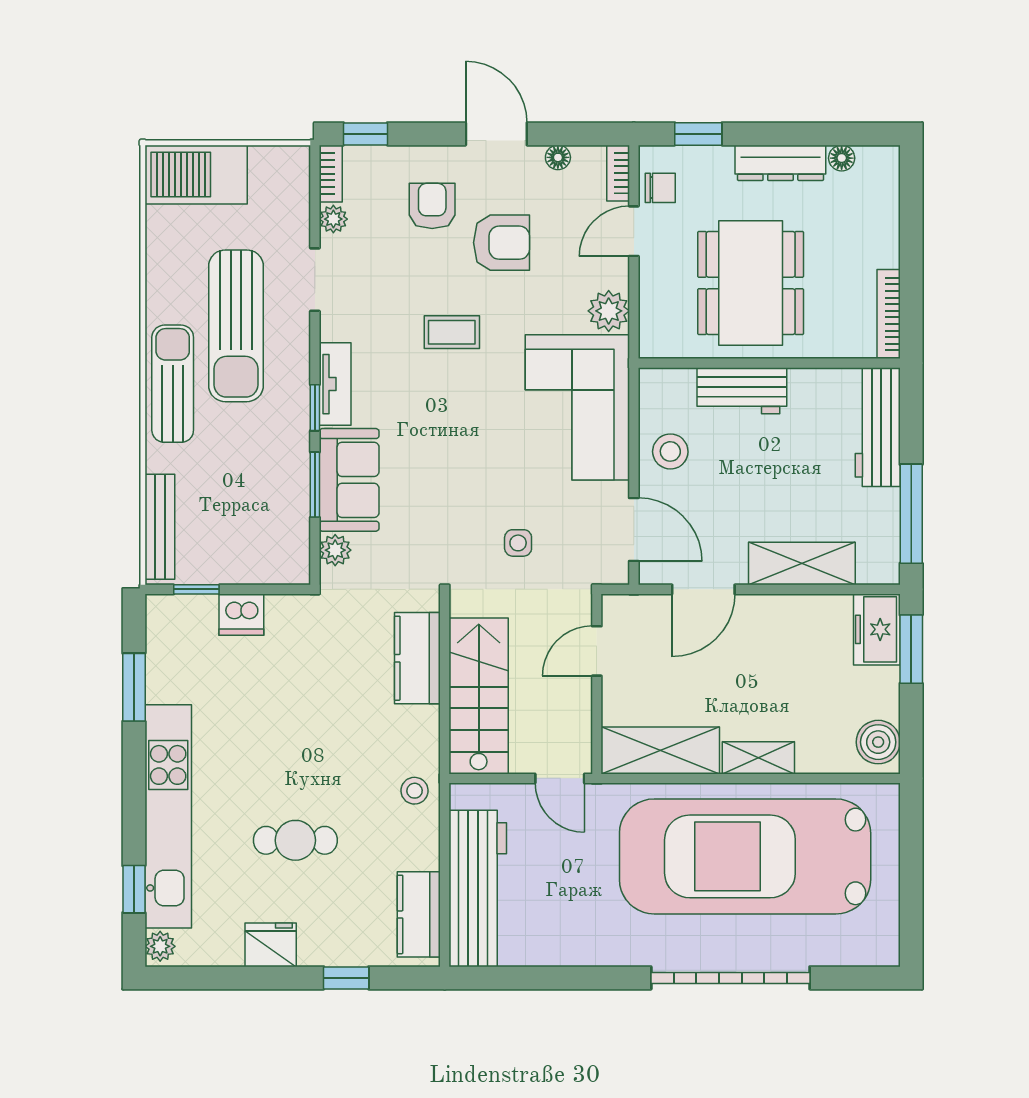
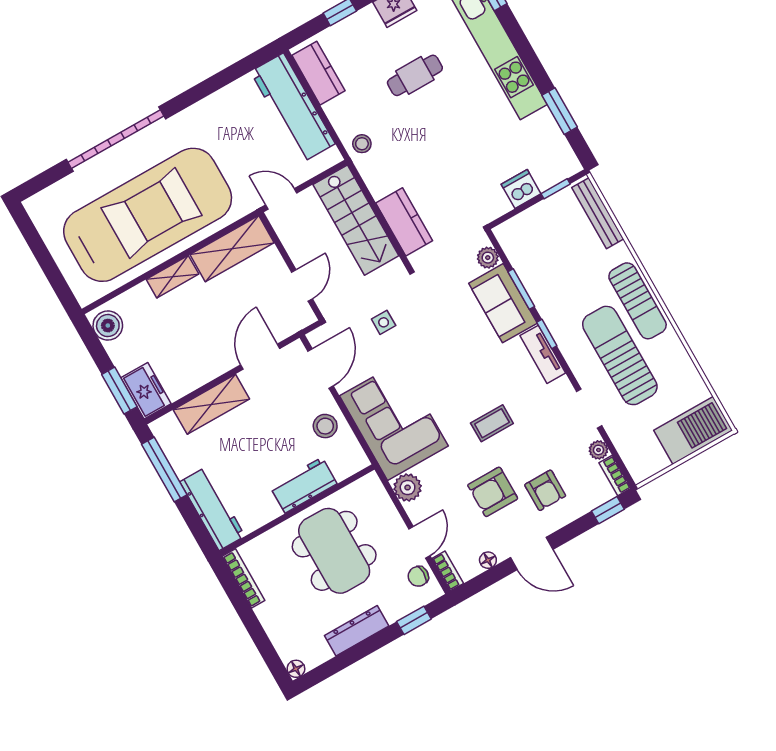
floor lamp: (842, 158) -> (296, 669), moved
door: (634, 529) -> (321, 368), swing flipped

